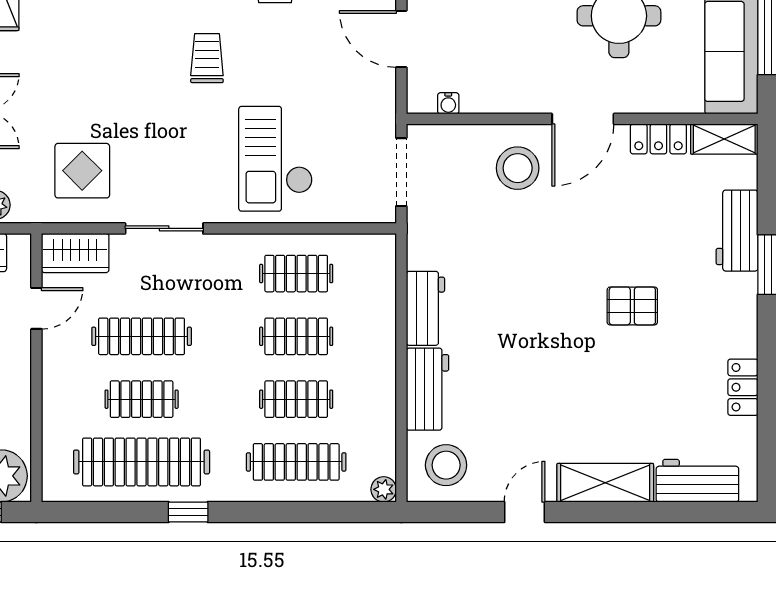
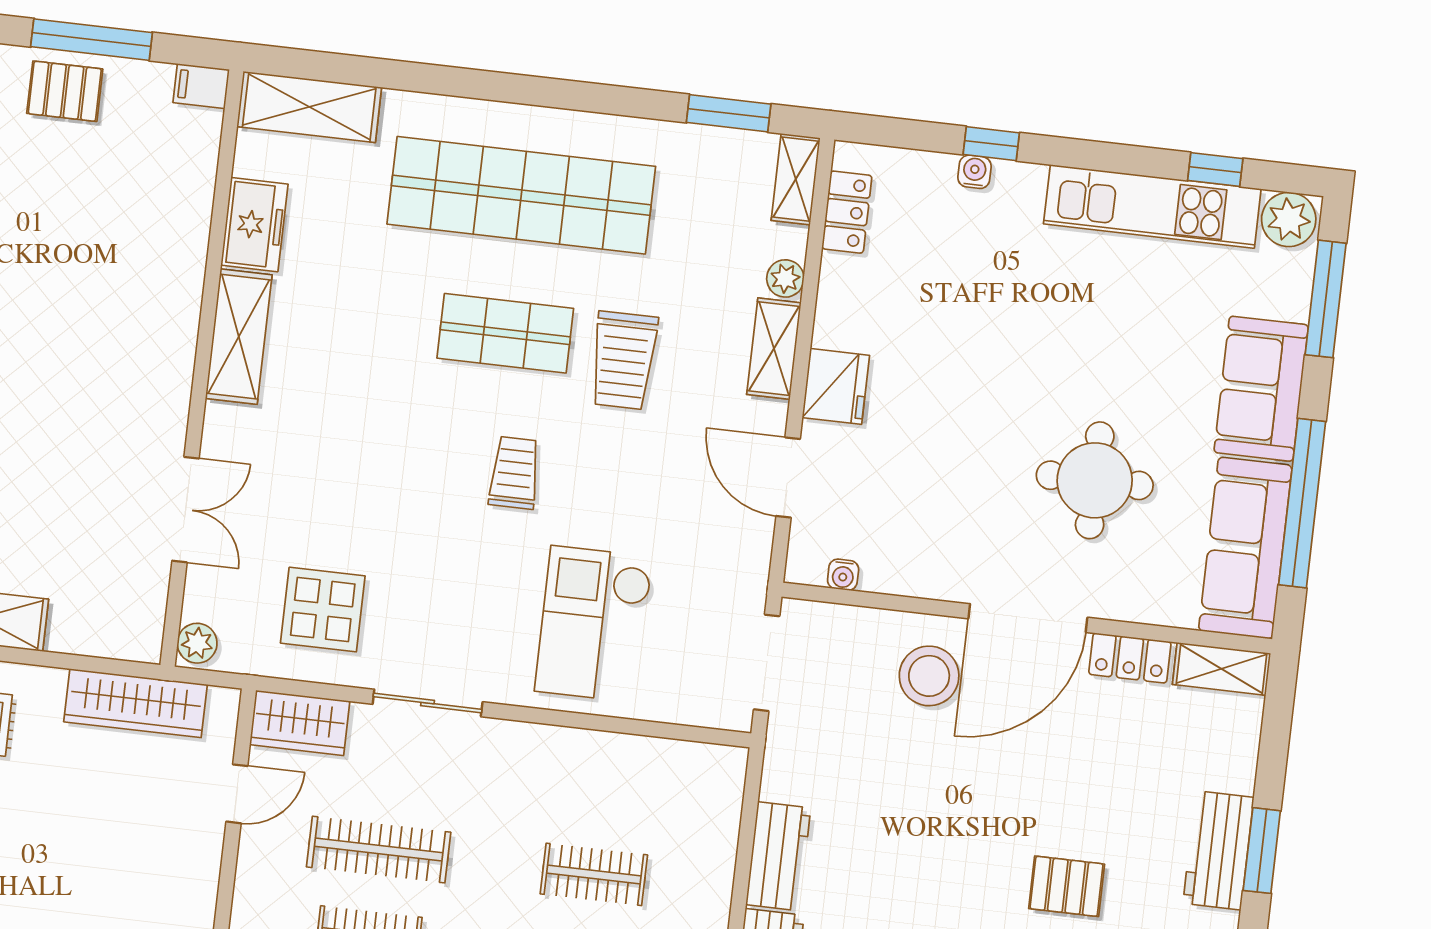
door: (583, 119) -> (1028, 618), width x1.36
workbench: (737, 231) -> (1218, 850), moved
clothes rail: (296, 274) -> (604, 787), removed

